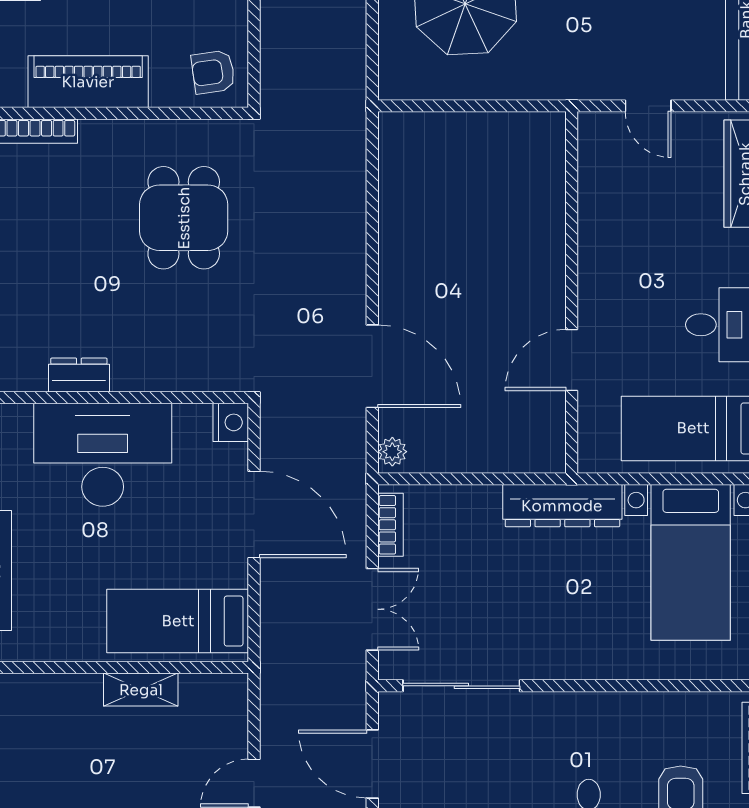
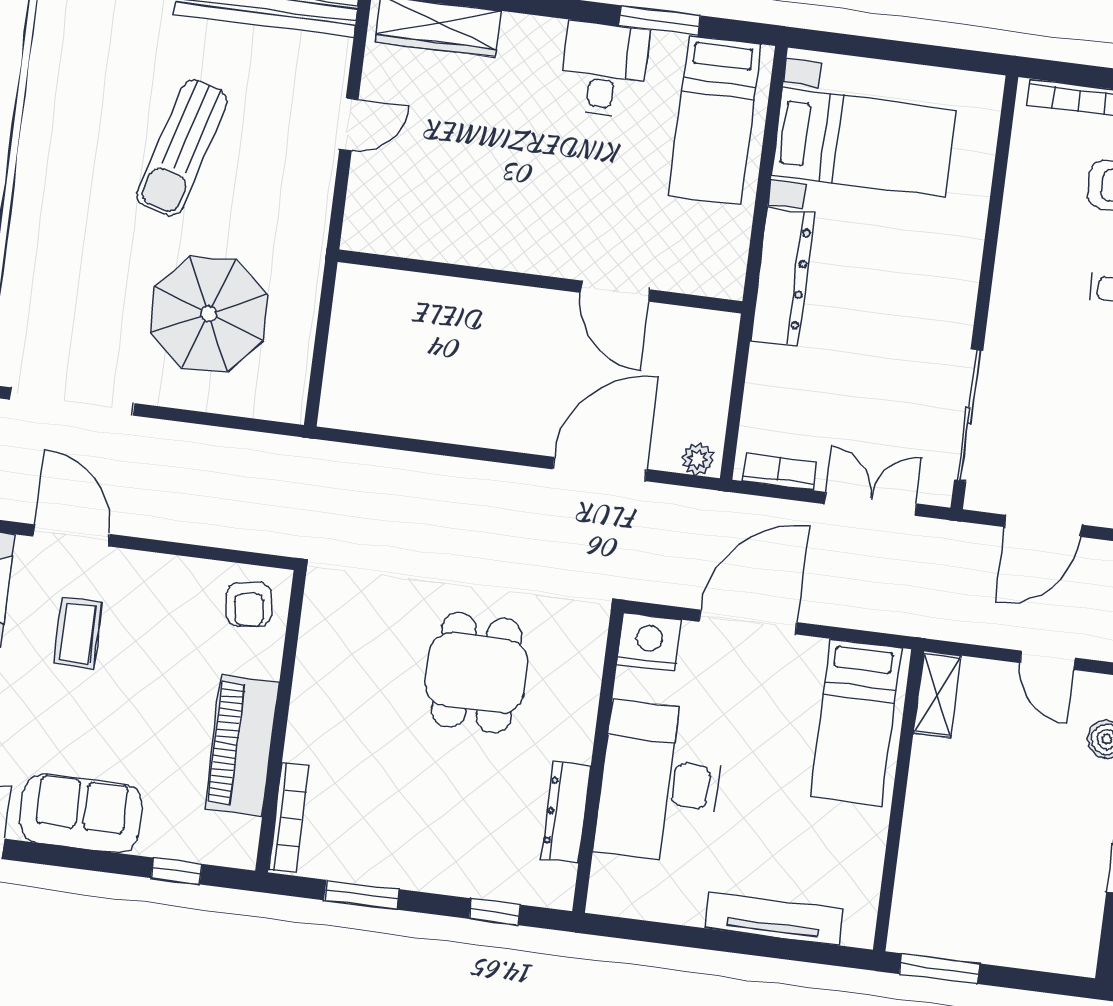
dining table: (184, 218) -> (477, 673), moved, turned 90
wall: (572, 292) -> (540, 282), moved
door: (572, 360) -> (615, 291), moved
dresser: (79, 375) -> (566, 812), width x1.44
nightstand: (231, 422) -> (649, 642), width x1.36, depth x1.33
shelving: (141, 690) -> (937, 694), moved

